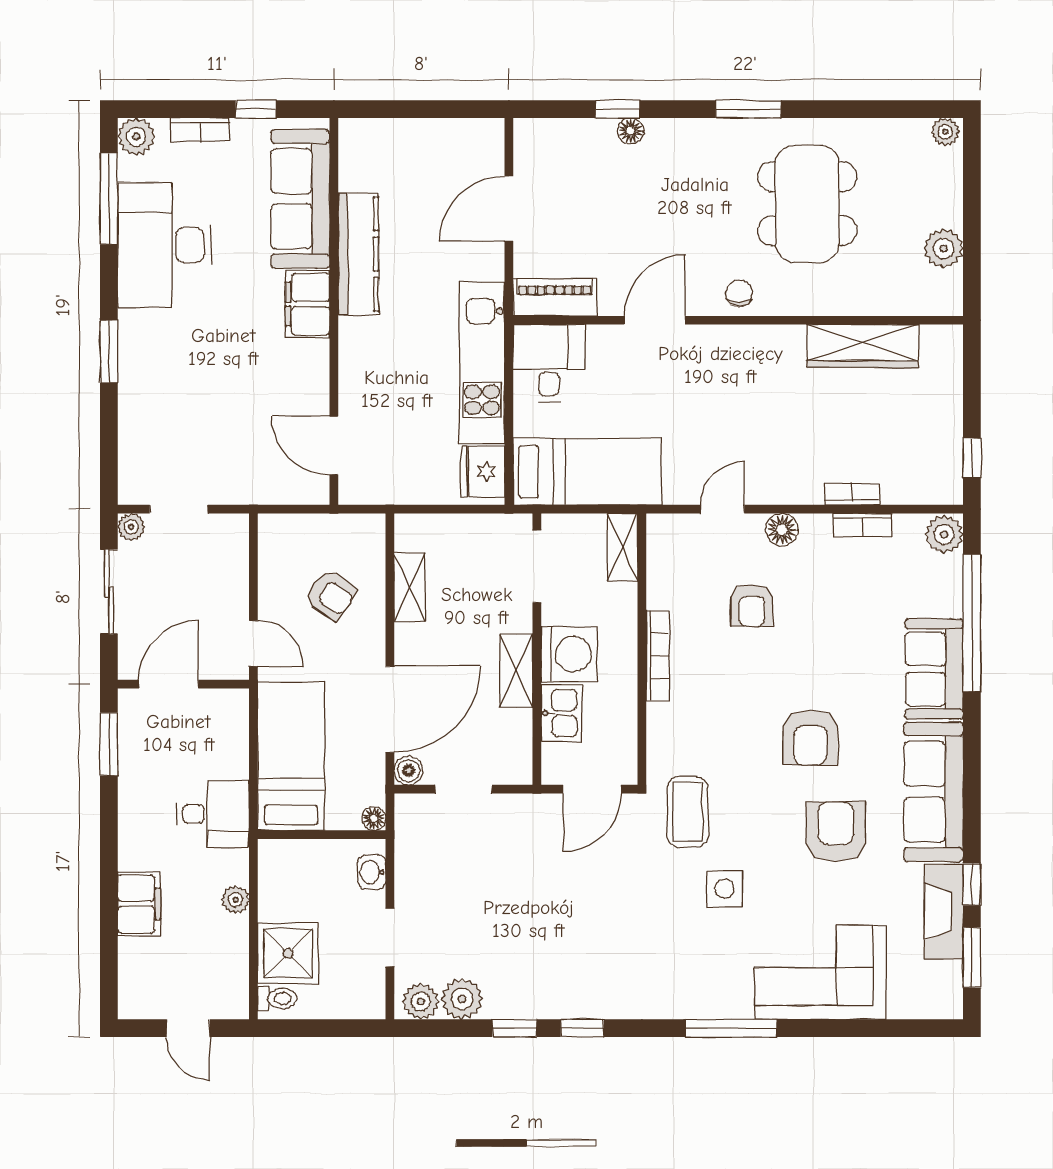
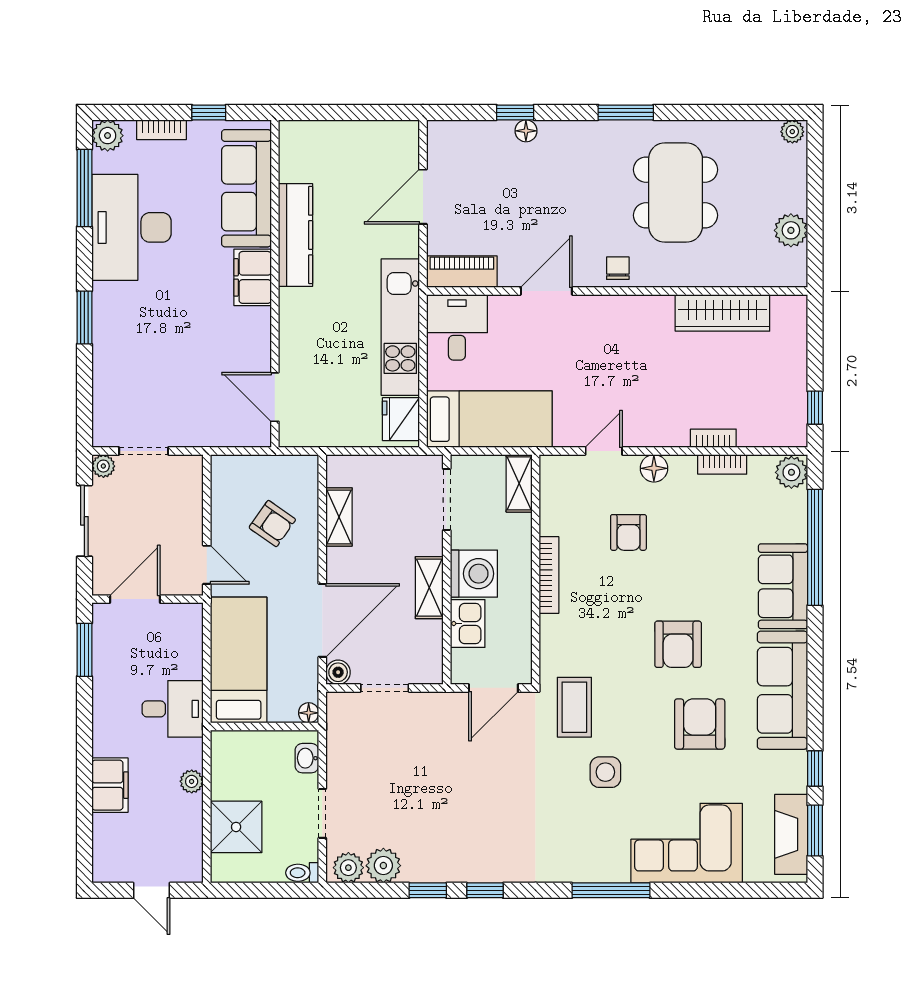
fireplace: (944, 912) -> (791, 834), moved
toilet: (277, 999) -> (302, 873), moved, turned 180

